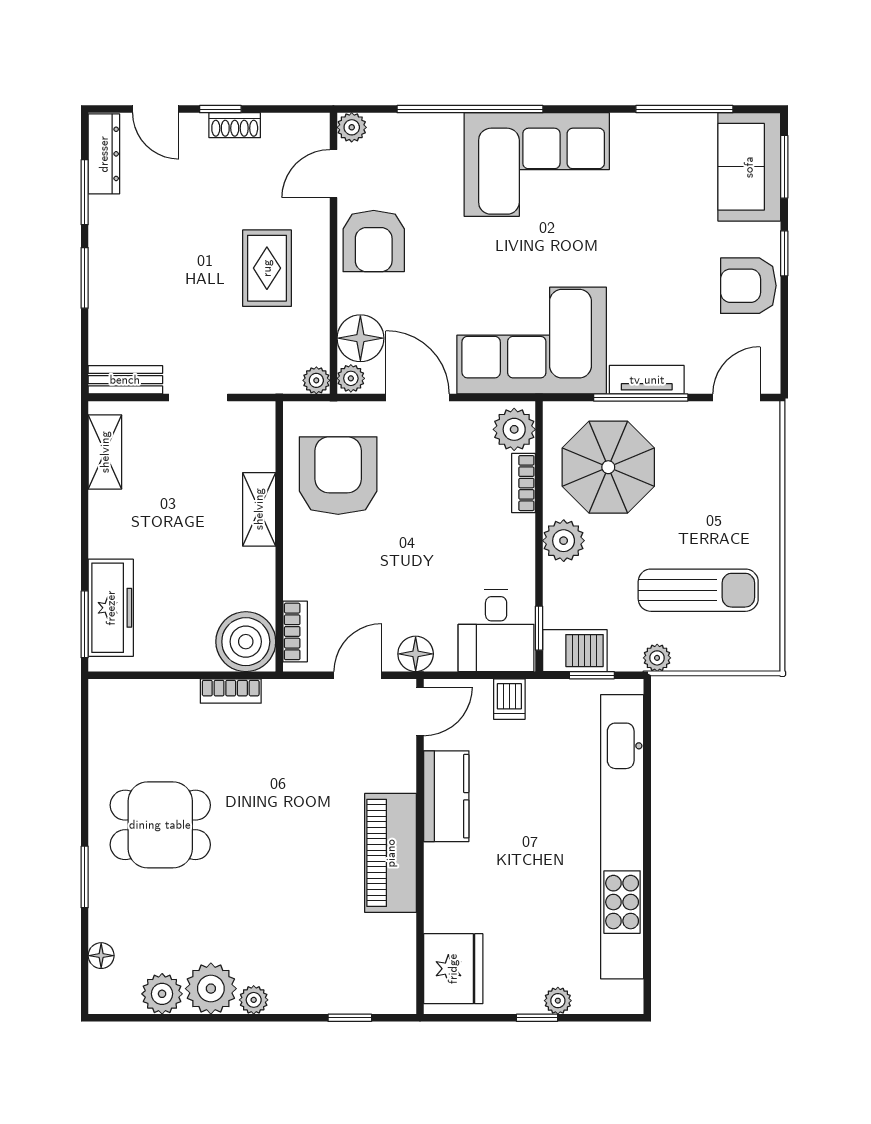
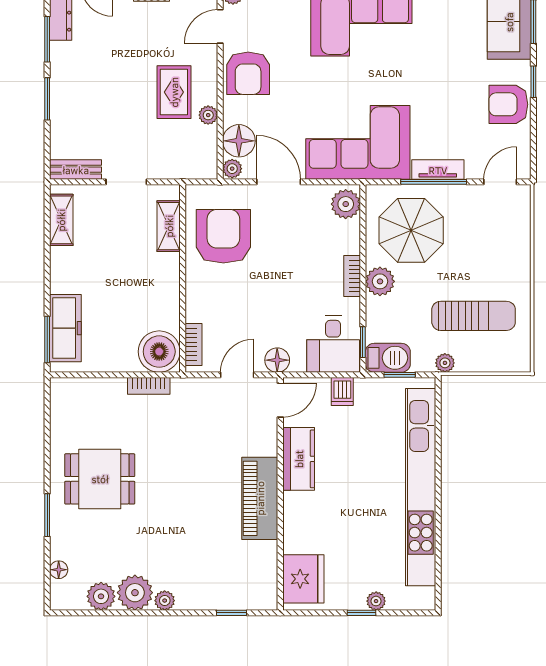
plant: (316, 380) -> (208, 115), moved
bookcase: (524, 483) -> (352, 276), moved
shelving: (259, 509) -> (169, 226), moved

